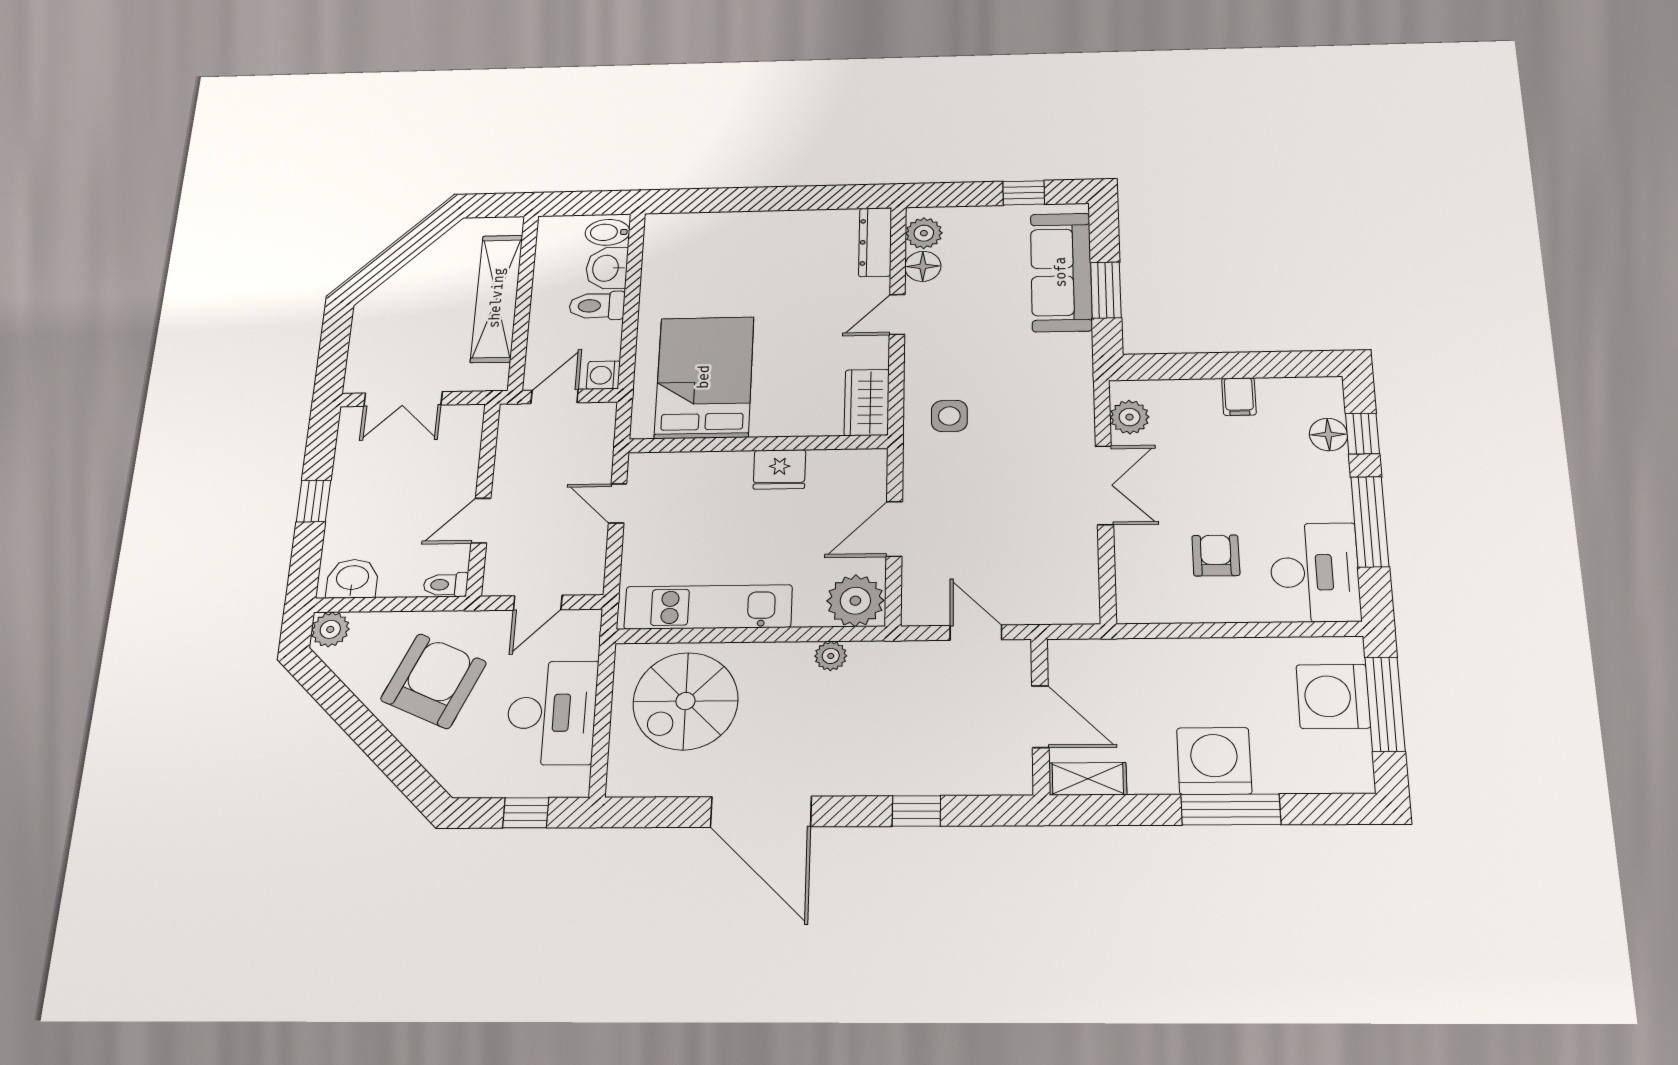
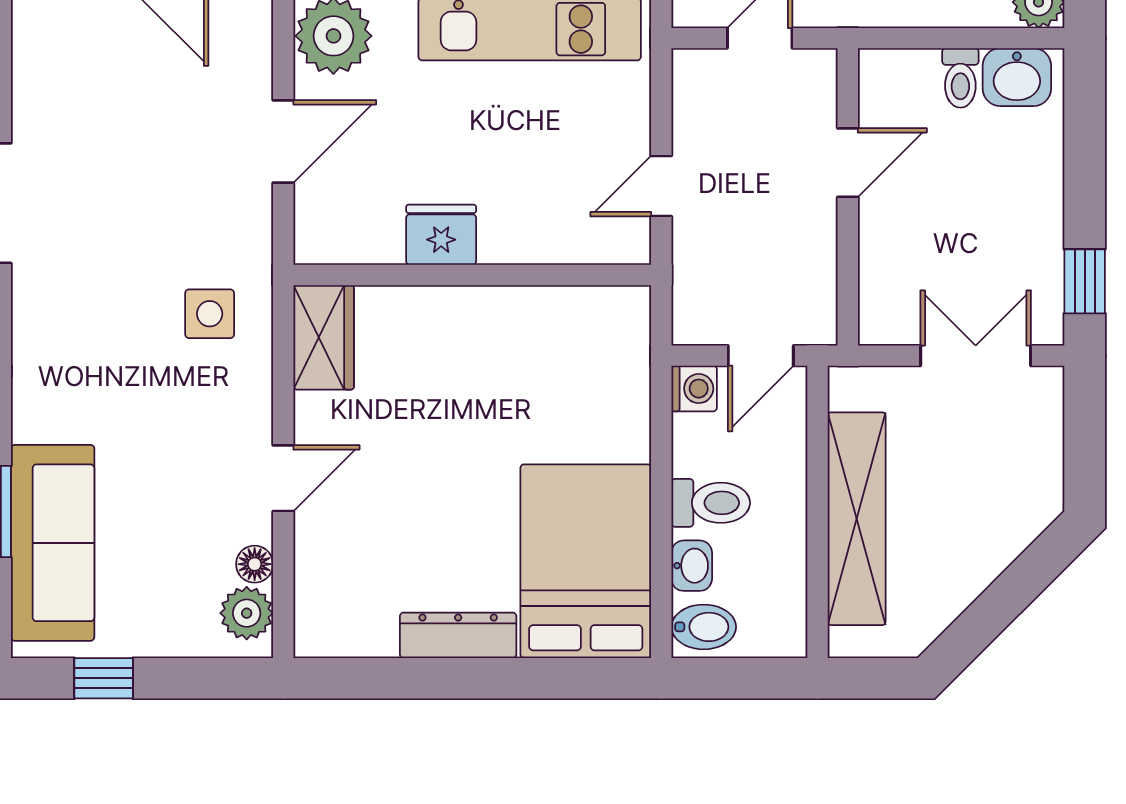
dresser: (875, 242) -> (458, 635), moved, turned -90
floor lamp: (923, 266) -> (255, 564), width x0.73, depth x0.73
washbasin: (607, 268) -> (692, 566), width x0.72, depth x0.69
bed: (704, 377) -> (586, 561), moved, turned 180
window: (314, 501) -> (1085, 281), moved
door: (618, 503) -> (661, 186), swing flipped
toilet: (446, 585) -> (960, 78), moved, turned 90

